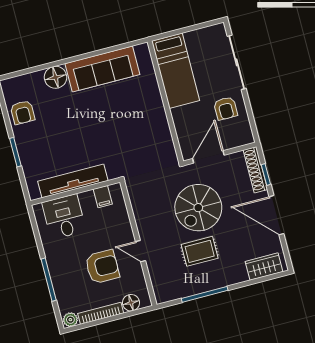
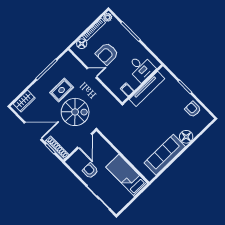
spiral stairs: (198, 208) -> (75, 112), turned 90

